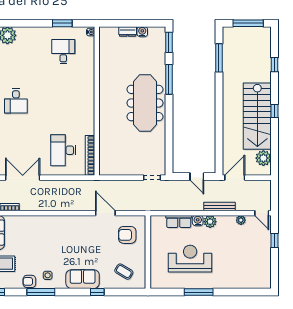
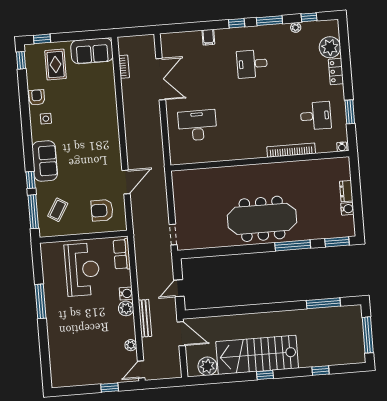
locker: (28, 32) -> (336, 71), added
bookcase: (90, 155) -> (291, 150), moved
row of seats: (179, 222) -> (122, 254), moved
armchair: (127, 235) -> (102, 210), turned -90
reception desk: (190, 259) -> (82, 270), moved
window: (41, 292) -> (33, 212), moved

